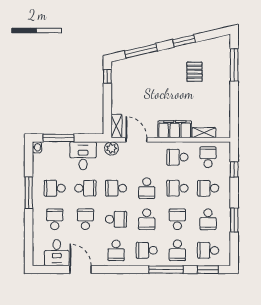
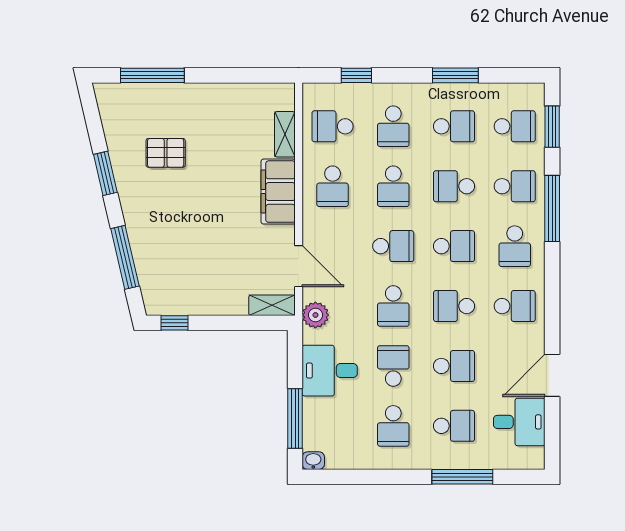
door: (136, 140) -> (299, 266), swing flipped
window: (29, 193) -> (462, 477), moved
school desk: (55, 219) -> (454, 426), turned 180
school desk: (85, 219) -> (454, 366), turned 180
school desk: (116, 219) -> (454, 306), turned -90
school desk: (208, 250) -> (515, 126), turned -90

